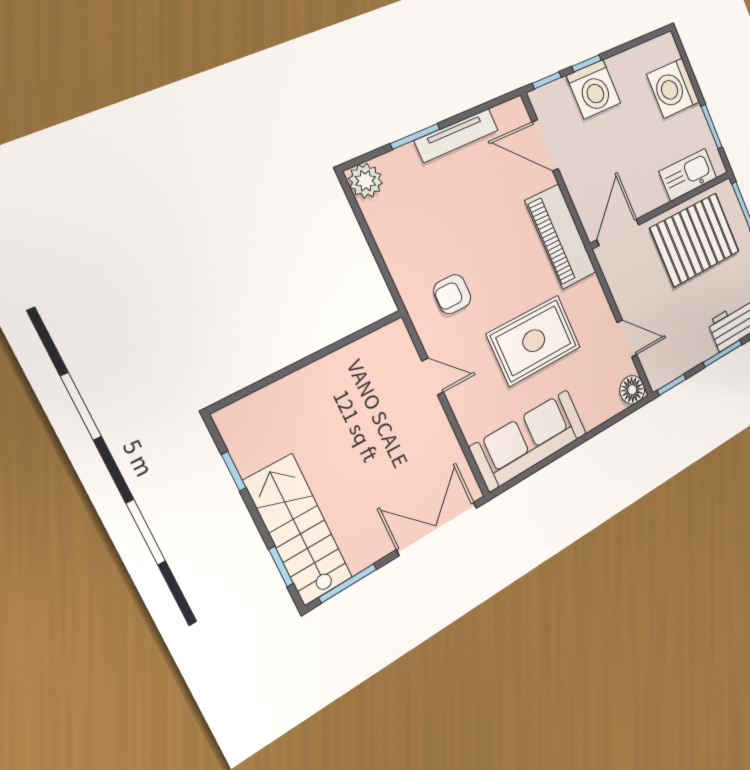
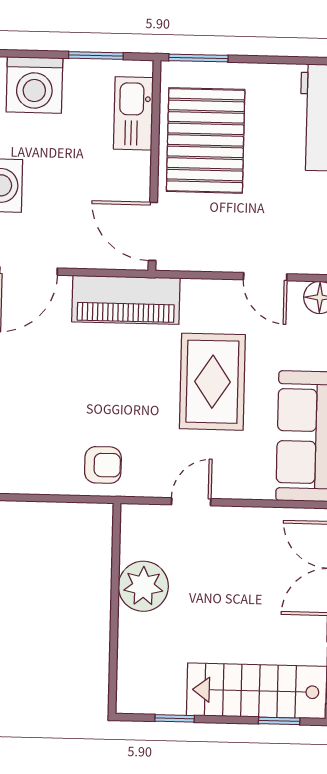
armchair: (452, 294) -> (103, 465), moved, turned -90
door: (627, 339) -> (265, 277), swing flipped
plant: (341, 375) -> (143, 586), added

